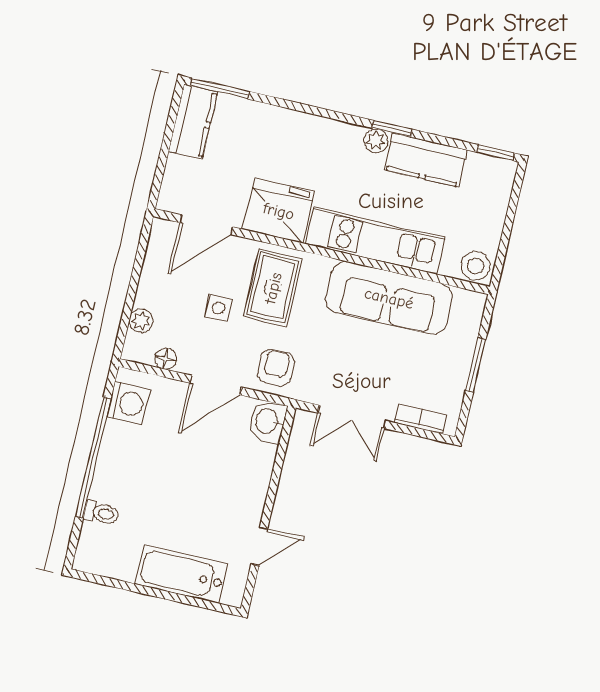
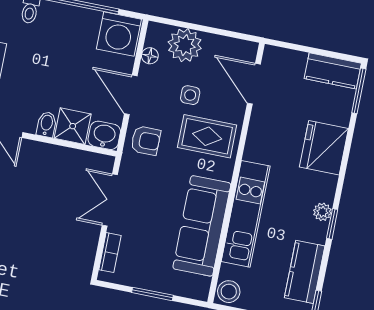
kitchen counter: (426, 160) -> (305, 272), moved
fridge: (279, 211) -> (324, 148), moved, turned 180
plant: (141, 321) -> (185, 45), width x1.88, depth x1.88
washing machine: (128, 403) -> (119, 34), width x1.37, depth x1.37
shower: (254, 462) -> (73, 126), added
bidet: (251, 496) -> (46, 124), added

